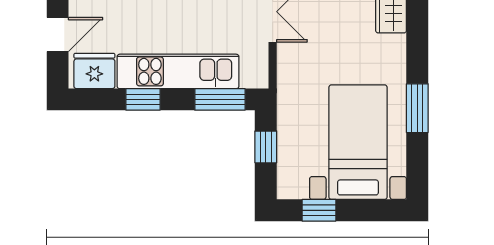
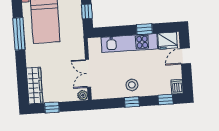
window: (220, 99) -> (109, 32), removed
window: (417, 108) -> (19, 34), width x1.44

